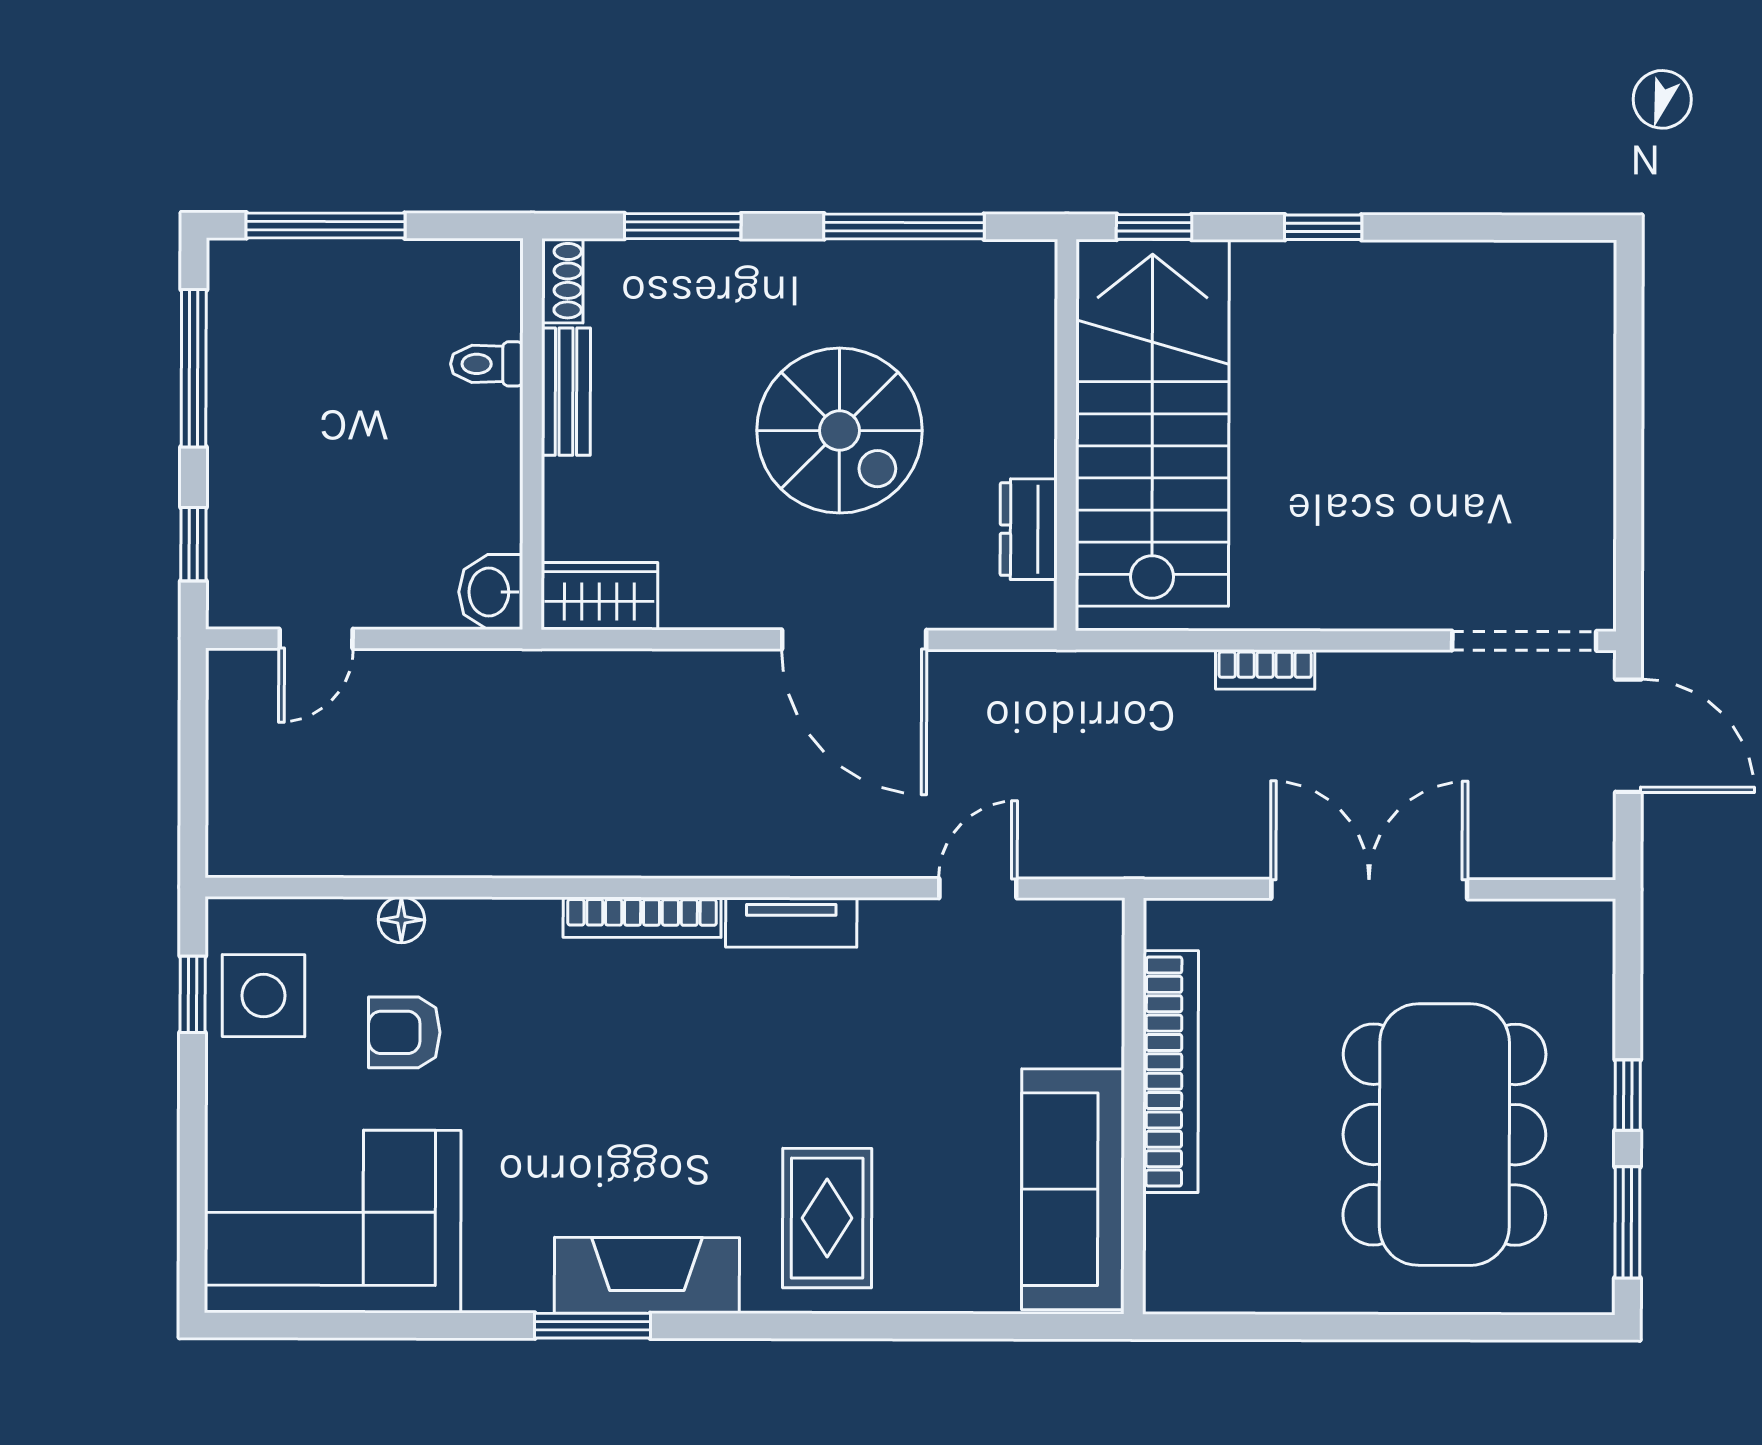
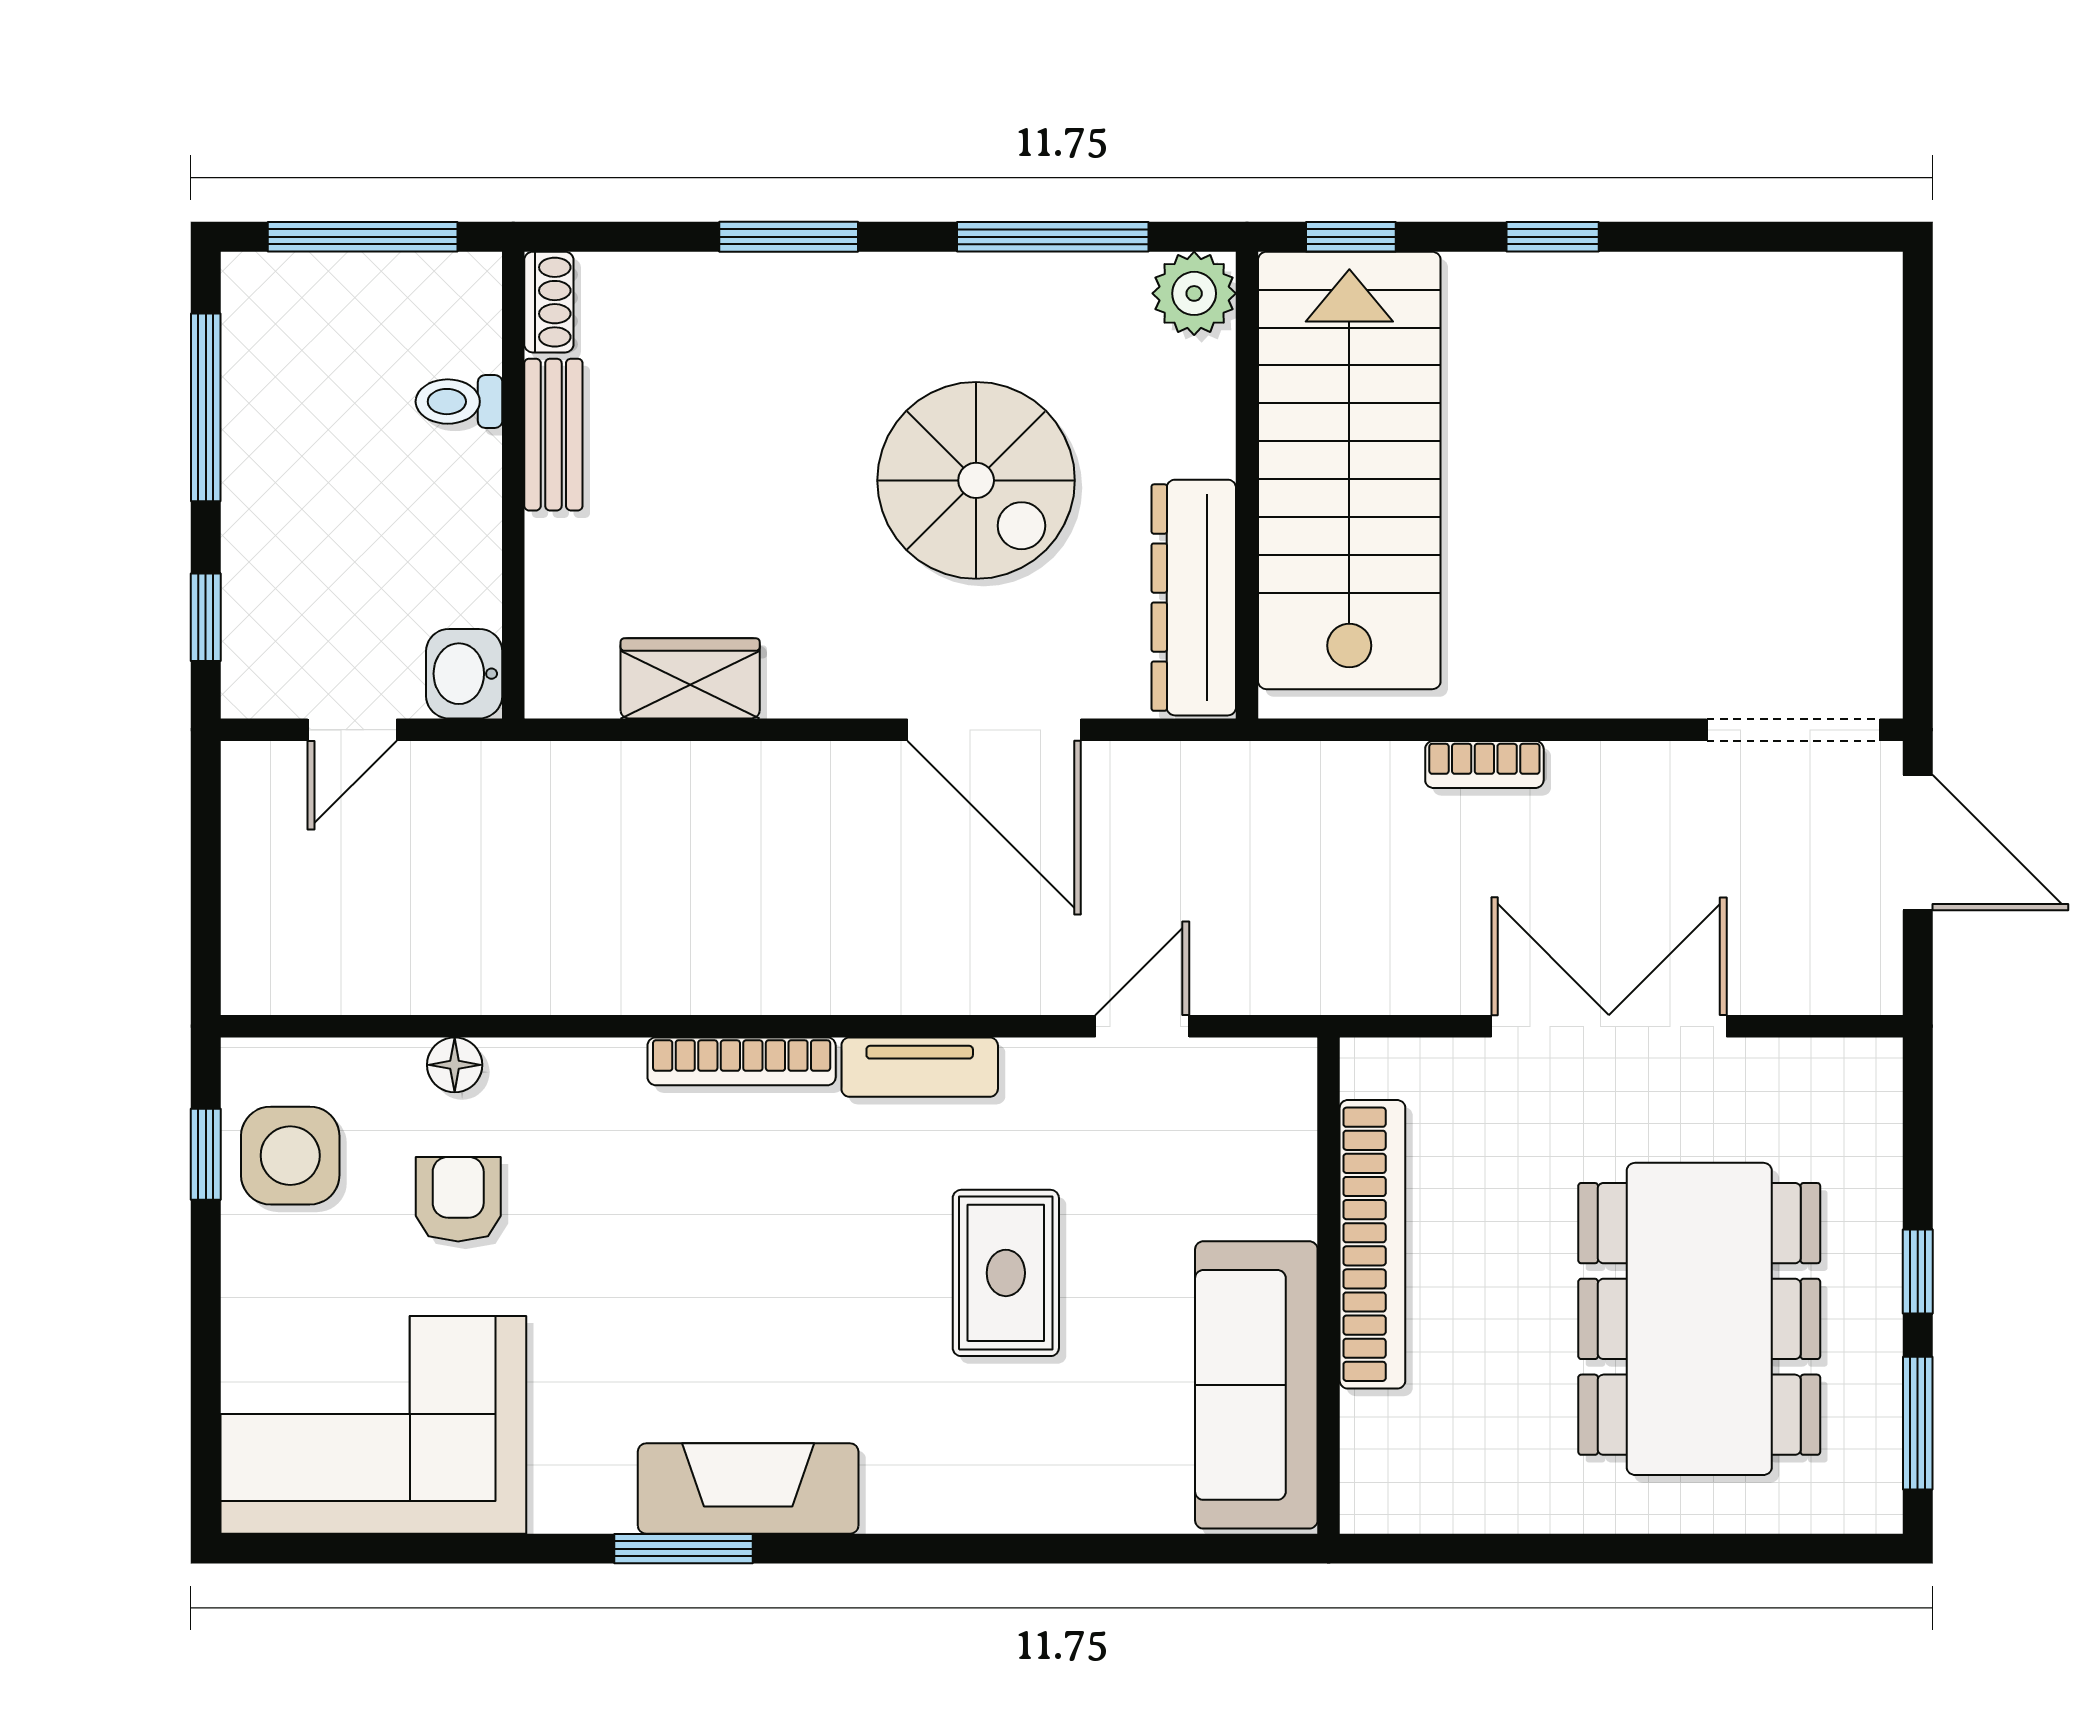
plant: (1022, 274) -> (1194, 293), added
shoe rack: (562, 281) -> (549, 302), moved
toilet: (487, 364) -> (459, 402), moved
bench: (566, 392) -> (553, 435), moved
wall: (532, 434) -> (513, 485), moved
dresser: (1029, 529) -> (1194, 598), width x1.96, depth x1.24
washbasin: (491, 592) -> (464, 674), moved
armchair: (404, 1032) -> (458, 1199), turned 90
rug: (827, 1218) -> (1006, 1273), moved

